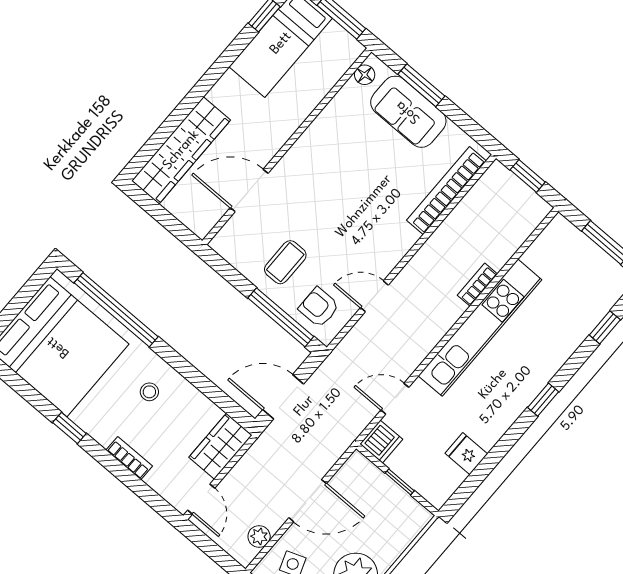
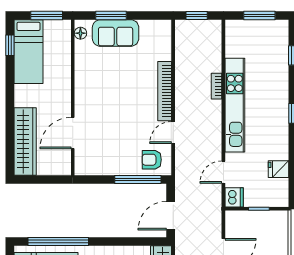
bookcase: (447, 191) -> (165, 91), moved
coffee table: (285, 262) -> (118, 152), removed

